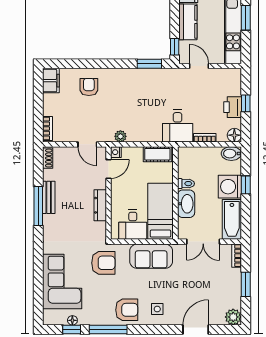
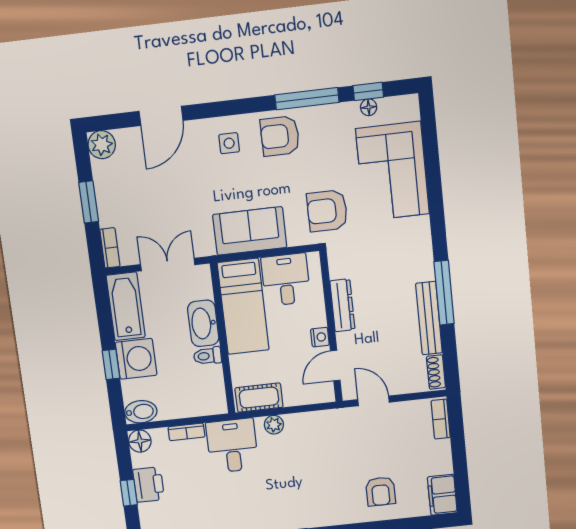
plant: (120, 136) -> (274, 425), moved
nightstand: (116, 152) -> (320, 337), moved
bench: (49, 197) -> (429, 318), width x1.36

